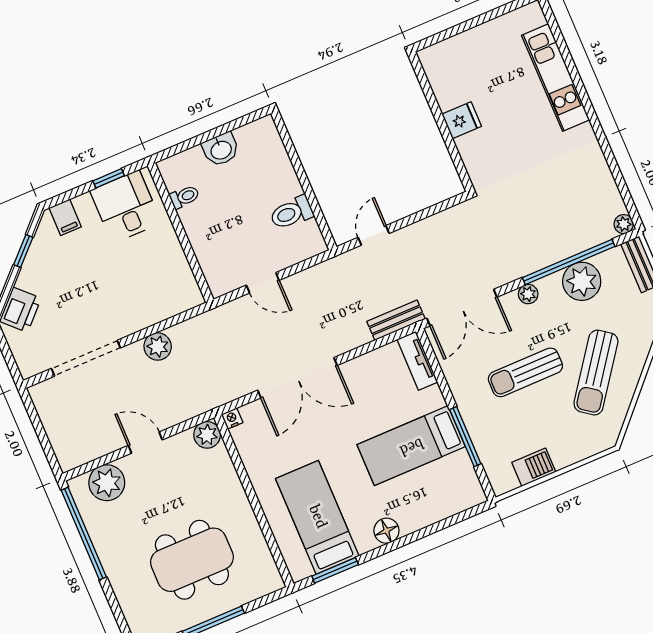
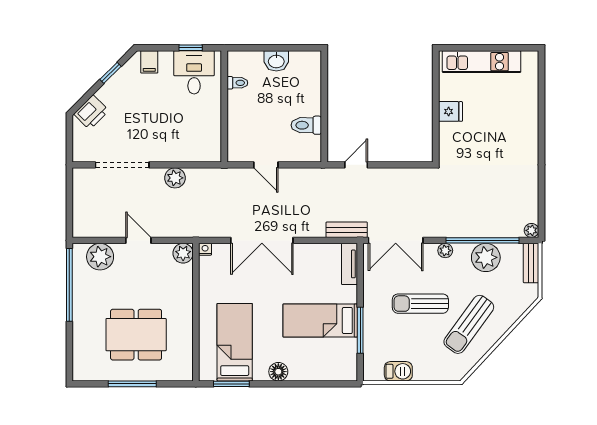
kitchen unit: (556, 78) -> (482, 62), moved, turned -90

